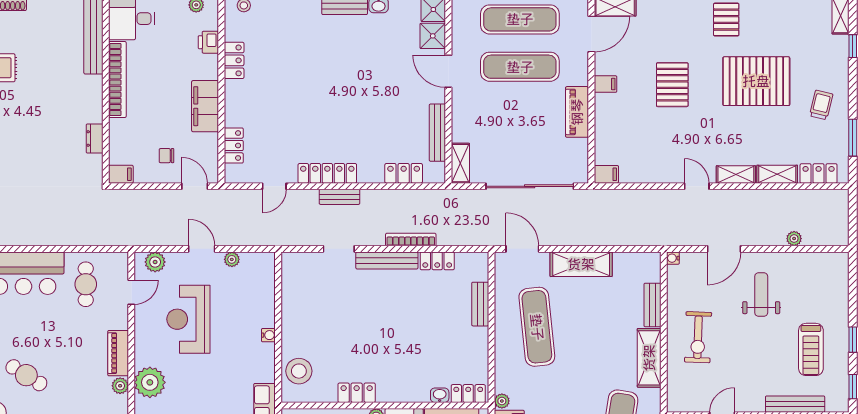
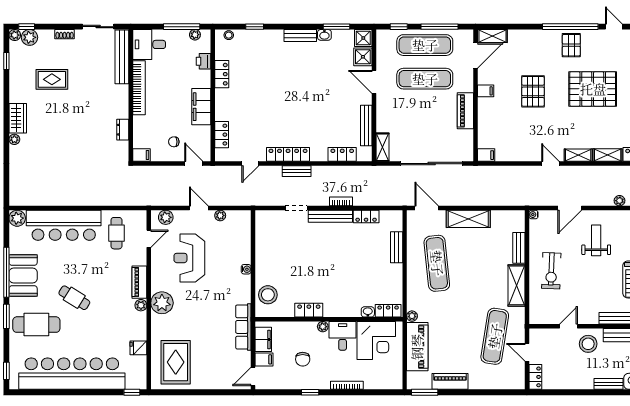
bookcase: (411, 240) -> (341, 201), width x0.64

